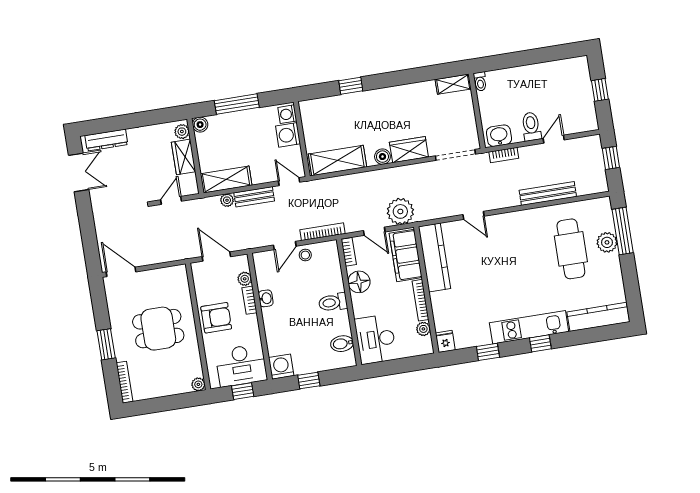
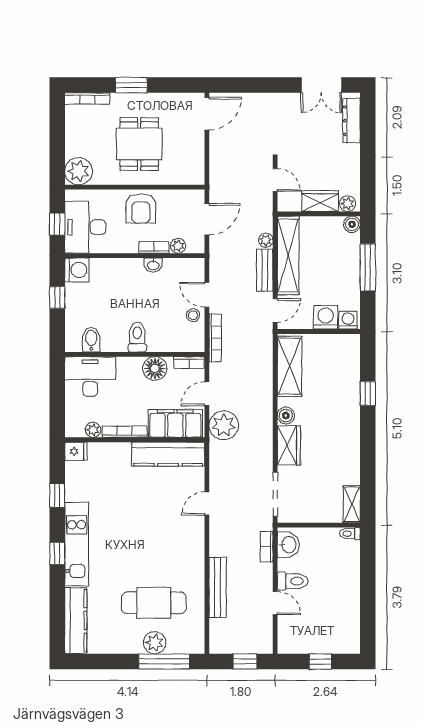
shelving: (226, 180) -> (288, 255), width x1.47
plant: (198, 384) -> (79, 171), width x1.87, depth x1.87

